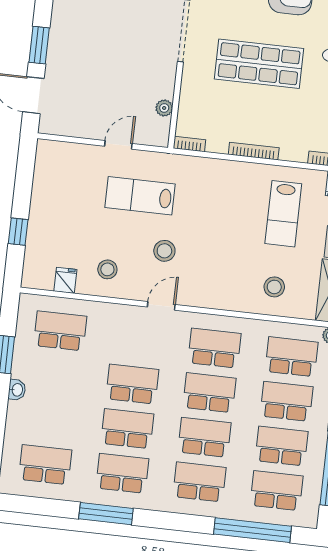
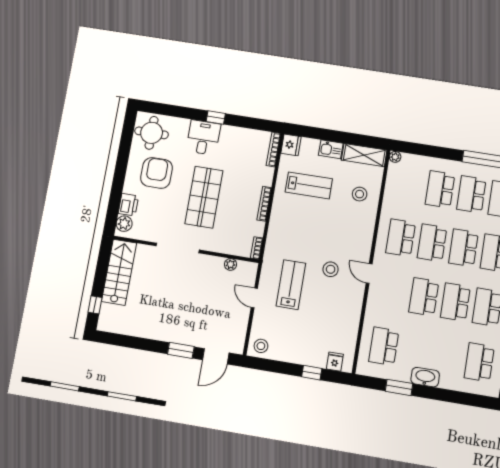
lab bench: (140, 196) -> (291, 285), turned 180
stool: (107, 269) -> (261, 346), moved
fridge: (65, 280) -> (335, 362), moved, turned 90
school desk: (292, 357) -> (409, 184), removed
washbasin: (17, 390) -> (425, 377), width x1.91, depth x1.45

